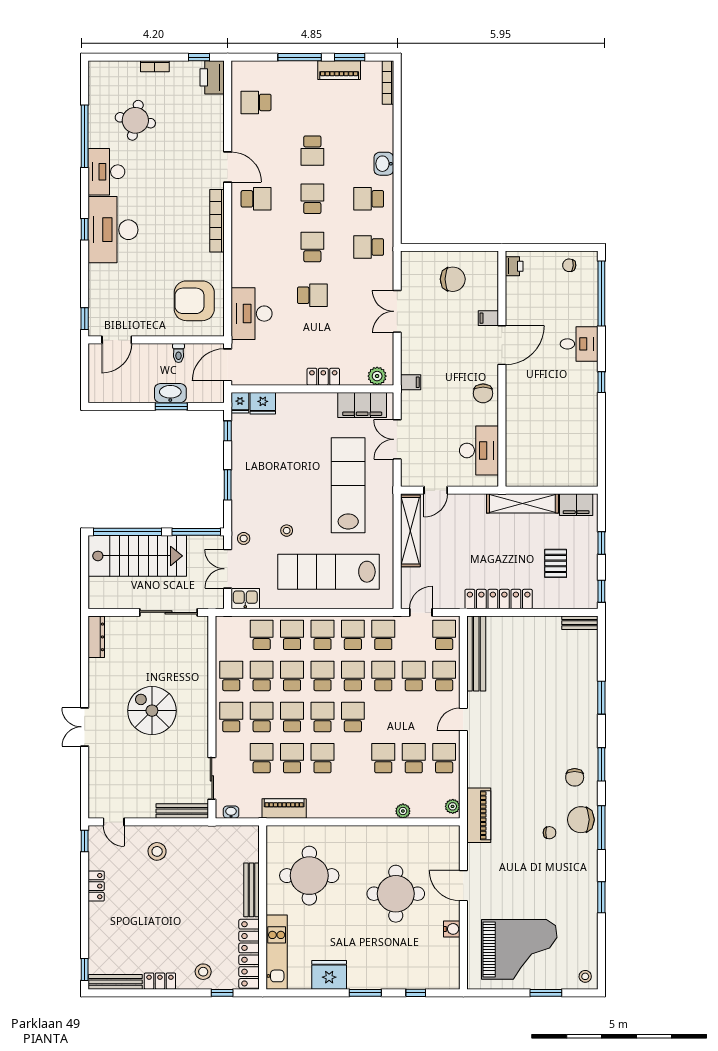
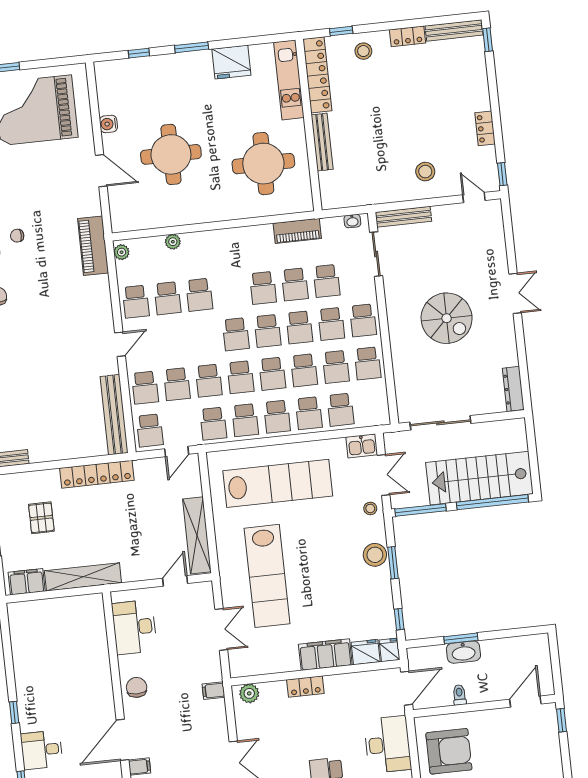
filing cabinet: (362, 405) -> (325, 655), moved
stool: (287, 531) -> (375, 555), moved, width x1.89, depth x1.89

